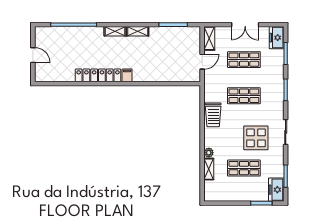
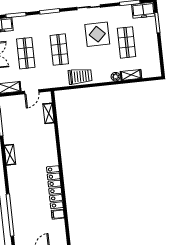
shelving: (115, 31) -> (49, 113), moved
door: (202, 62) -> (32, 92), swing flipped
filing cabinet: (127, 75) -> (58, 214), moved

